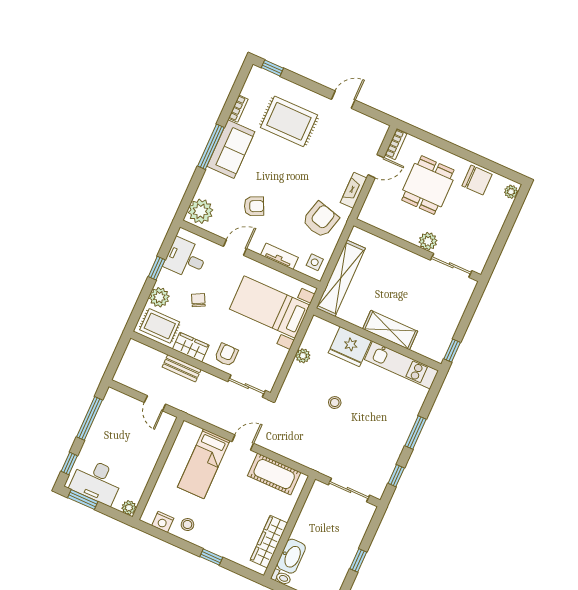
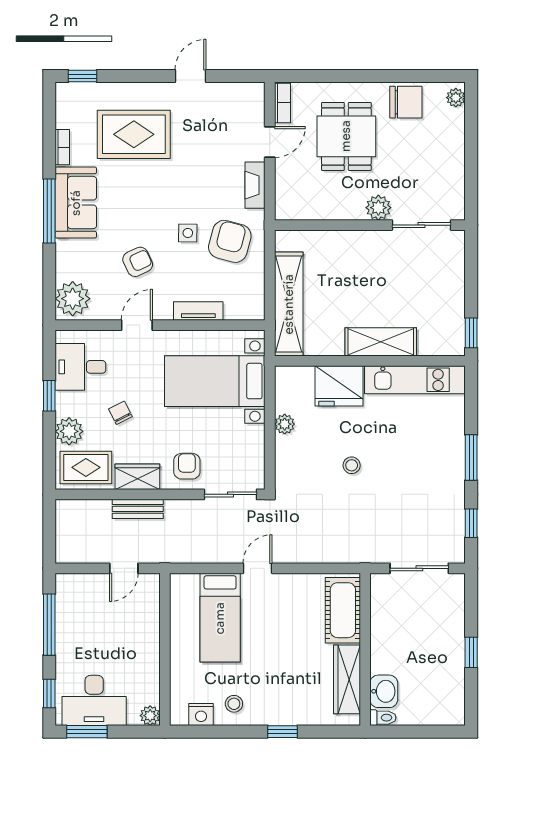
side table: (315, 262) -> (188, 233), moved
door: (155, 403) -> (124, 568), hinge flipped
cot: (274, 474) -> (343, 610), moved, turned 90
washbasin: (291, 556) -> (384, 691), width x0.72

